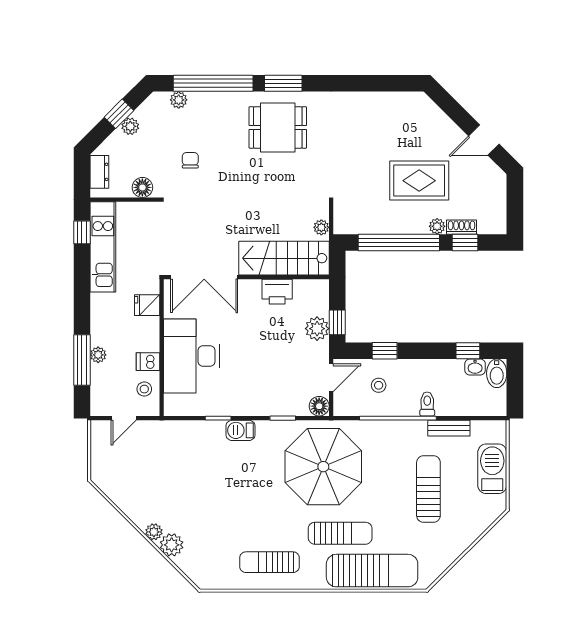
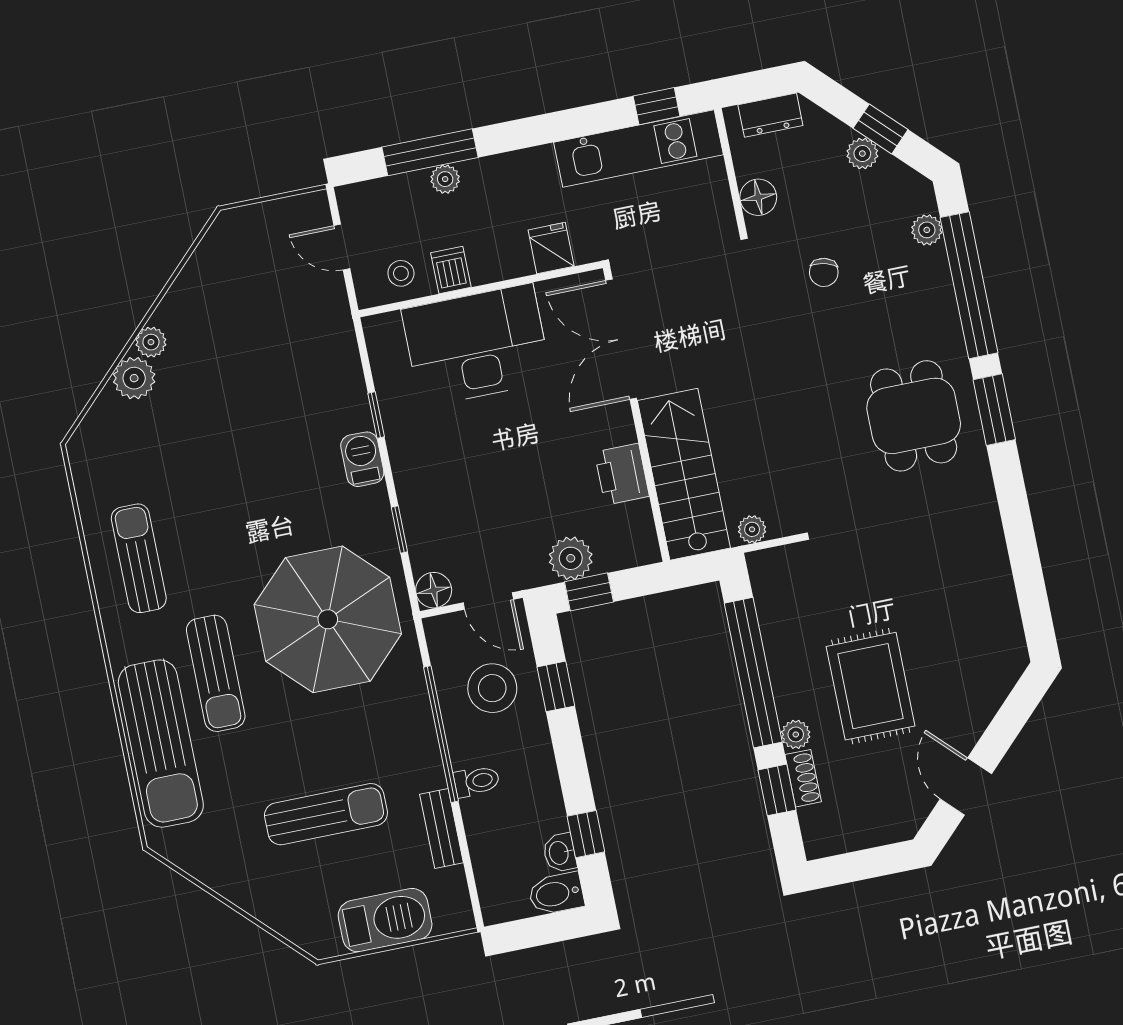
chair: (190, 160) -> (824, 272), turned 104
stool: (379, 385) -> (492, 688), width x1.89, depth x1.89

